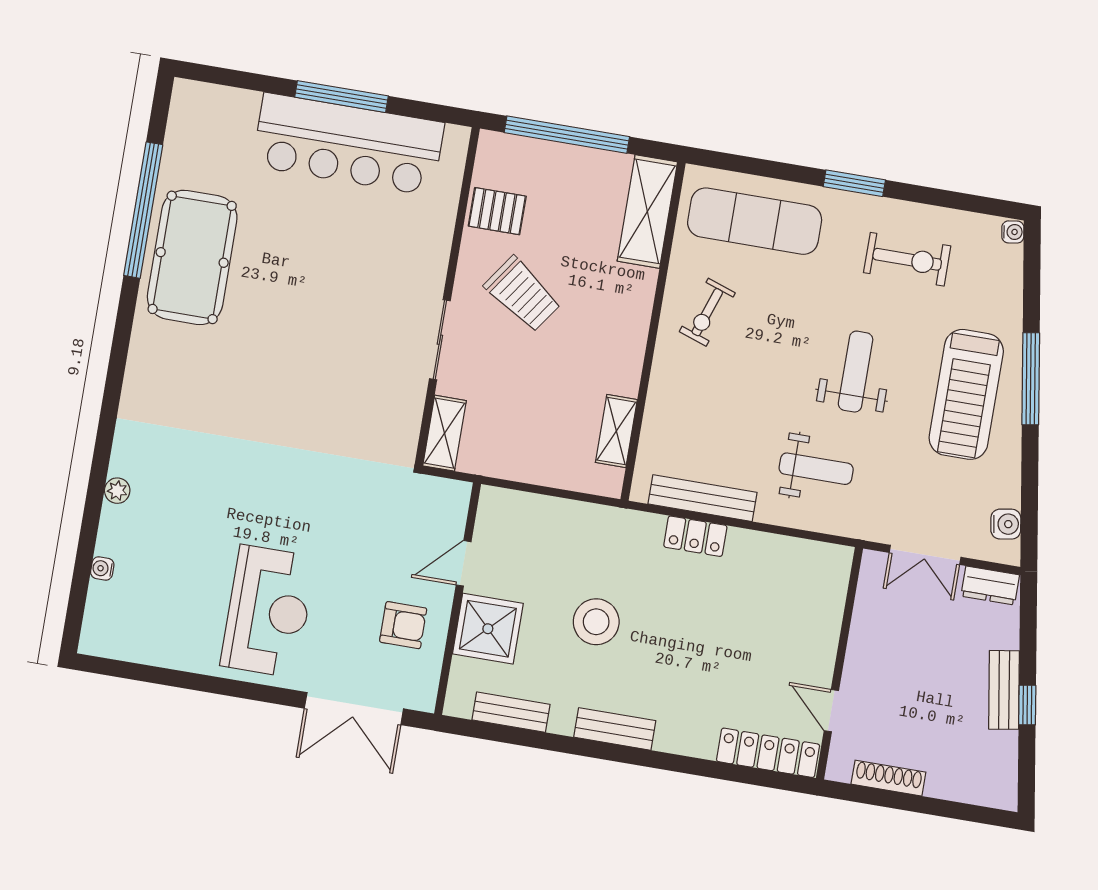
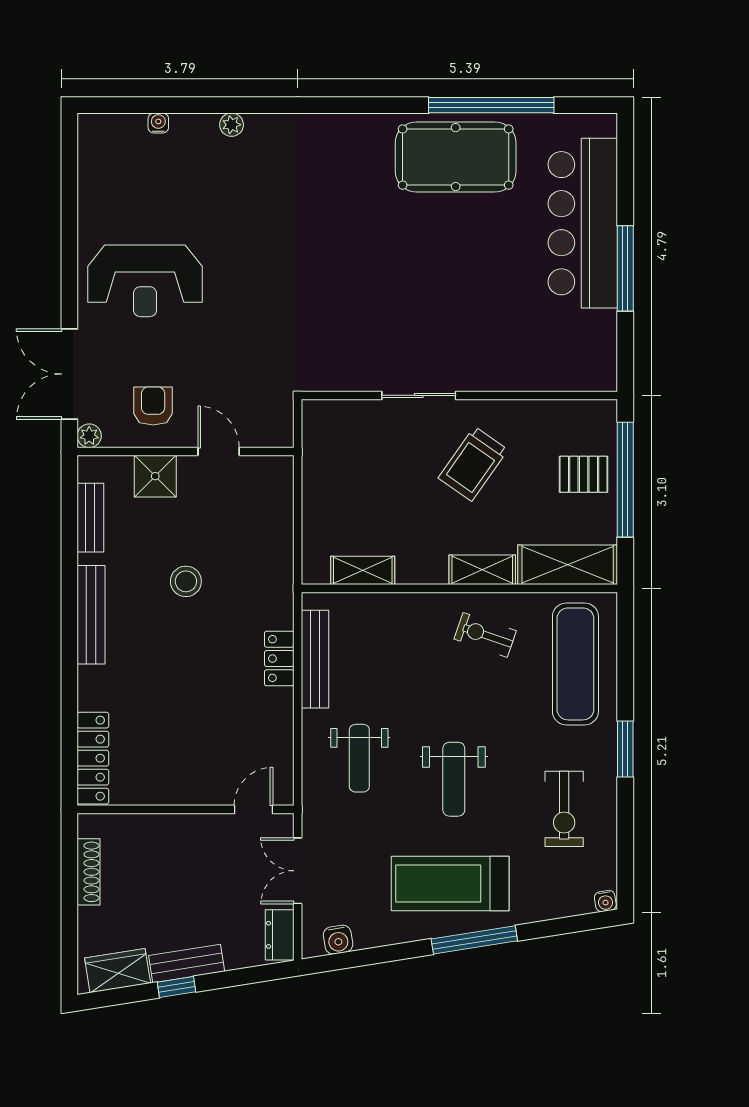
bar counter: (348, 144) -> (583, 223), moved
pallet: (497, 211) -> (584, 474), moved, turned 90
weight bench: (856, 372) -> (454, 779), turned 90
shelving: (445, 433) -> (482, 570), moved
stool: (596, 622) -> (186, 581), width x0.73, depth x0.73
armchair: (403, 625) -> (153, 406), turned 180
shower: (488, 629) -> (155, 476), width x0.73, depth x0.73
plant: (423, 699) -> (89, 436), added
door: (831, 711) -> (254, 809), moved
bench: (615, 729) -> (91, 615), width x1.36
wardrobe: (999, 765) -> (118, 971), added

